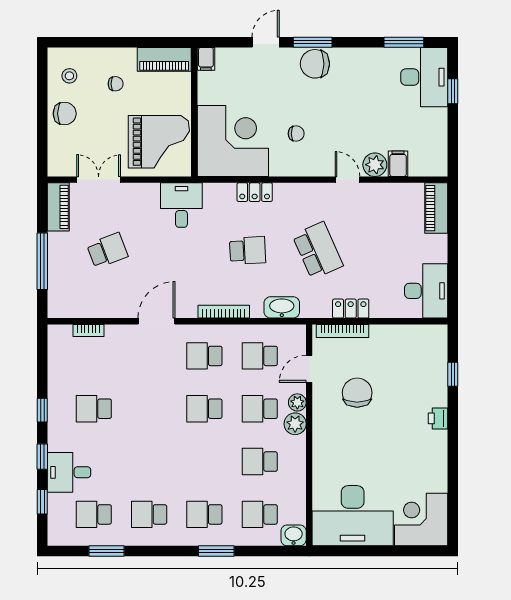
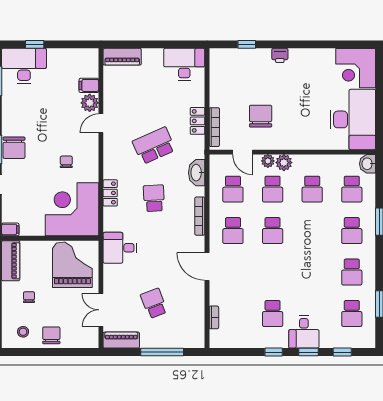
chair: (357, 393) -> (261, 116), turned 90
desk: (69, 472) -> (304, 332), moved

